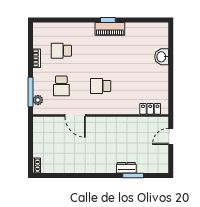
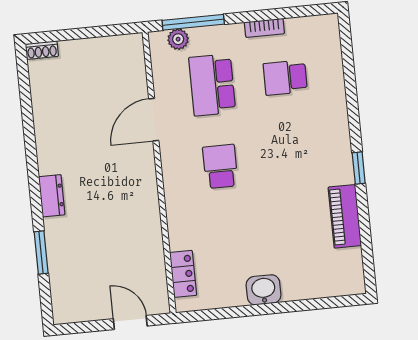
piano: (110, 29) -> (345, 216), moved
school desk: (61, 51) -> (285, 78), turned -90
washbasin: (162, 57) -> (264, 290), moved
school desk: (61, 86) -> (212, 85), width x1.85
dresser: (126, 168) -> (52, 196), moved

